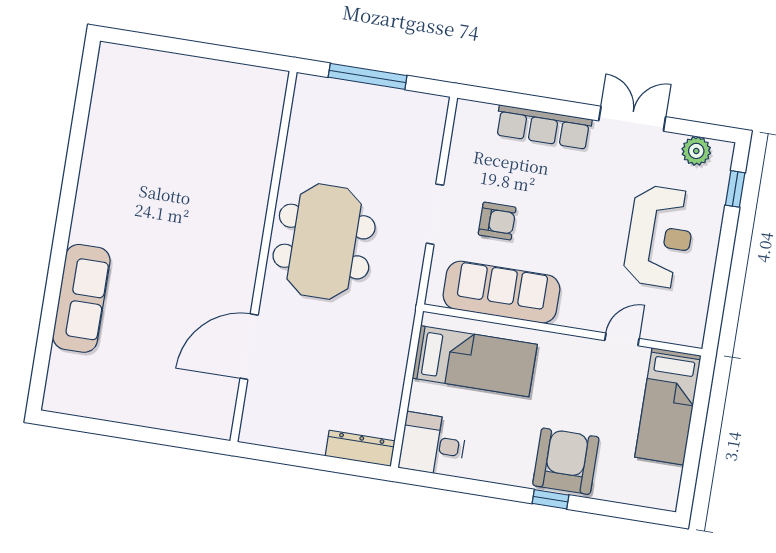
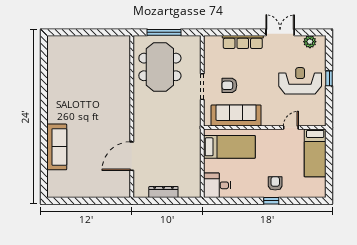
window: (735, 189) -> (329, 78), moved
armchair: (497, 221) -> (229, 85), turned 180
reception desk: (660, 237) -> (300, 81), turned -90
meeting table: (324, 242) -> (160, 67), moved
dresser: (360, 448) -> (163, 192), moved
armchair: (566, 461) -> (275, 183), width x0.53, depth x0.53

